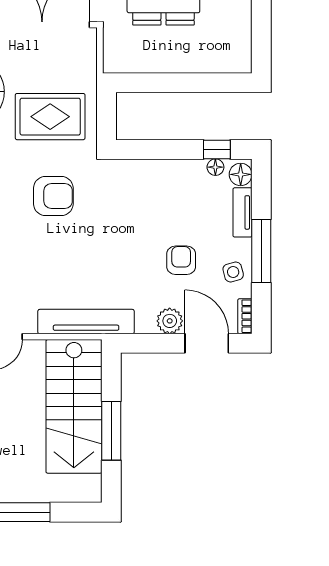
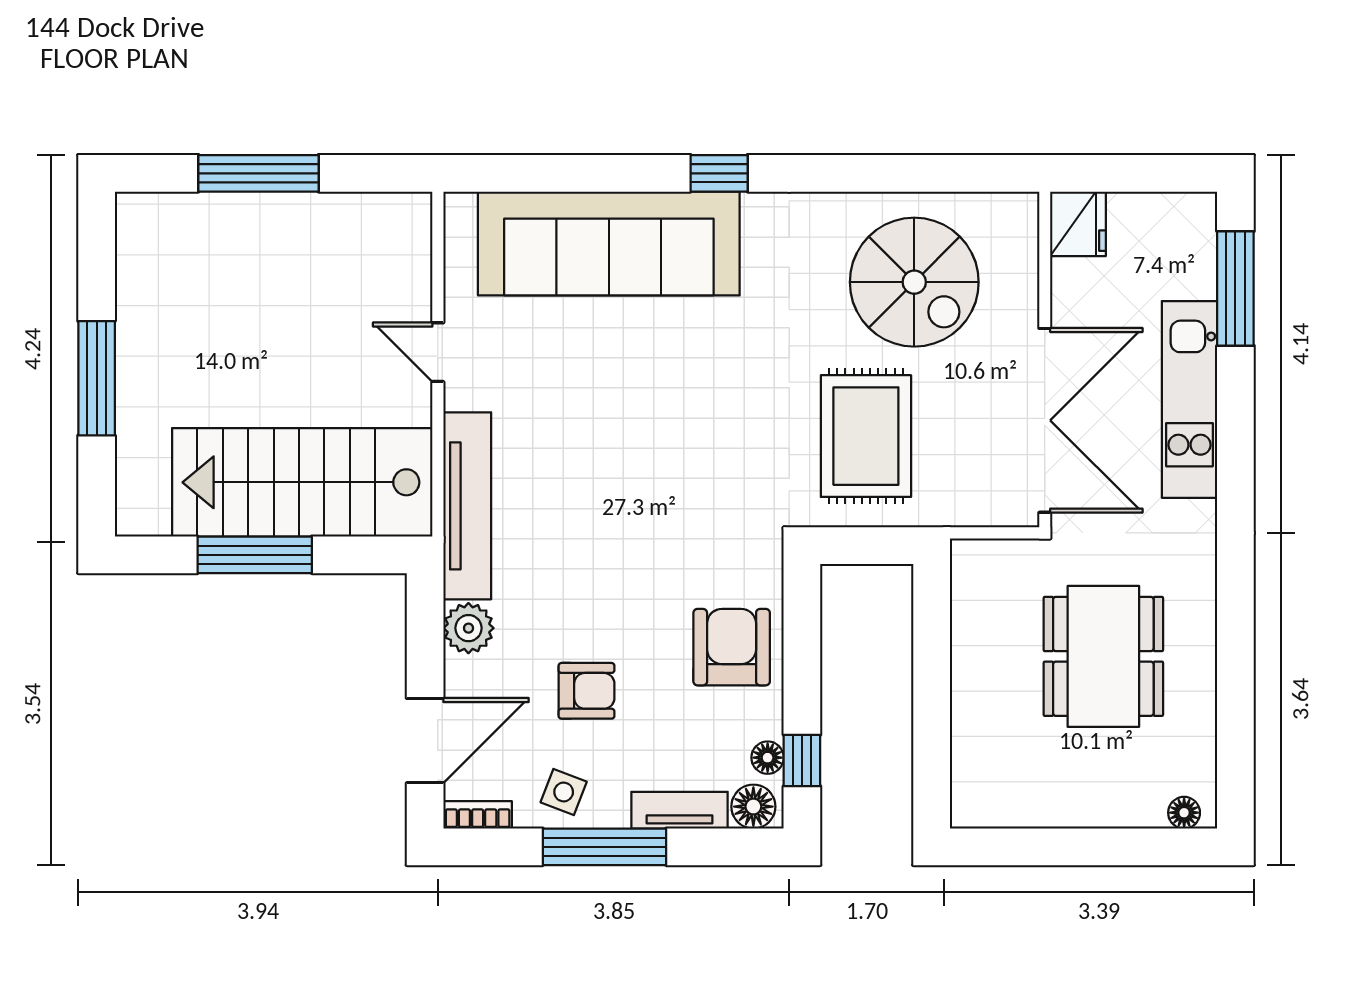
armchair: (53, 196) -> (732, 647), moved, turned 180
side table: (233, 272) -> (564, 792), turned 36
plant: (170, 321) -> (468, 628), moved

